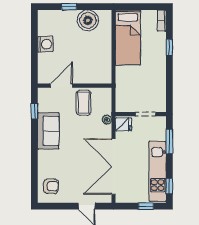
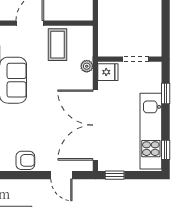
window: (169, 141) -> (166, 93), width x0.67
armchair: (51, 186) -> (25, 160), moved
window: (146, 206) -> (115, 175), moved

